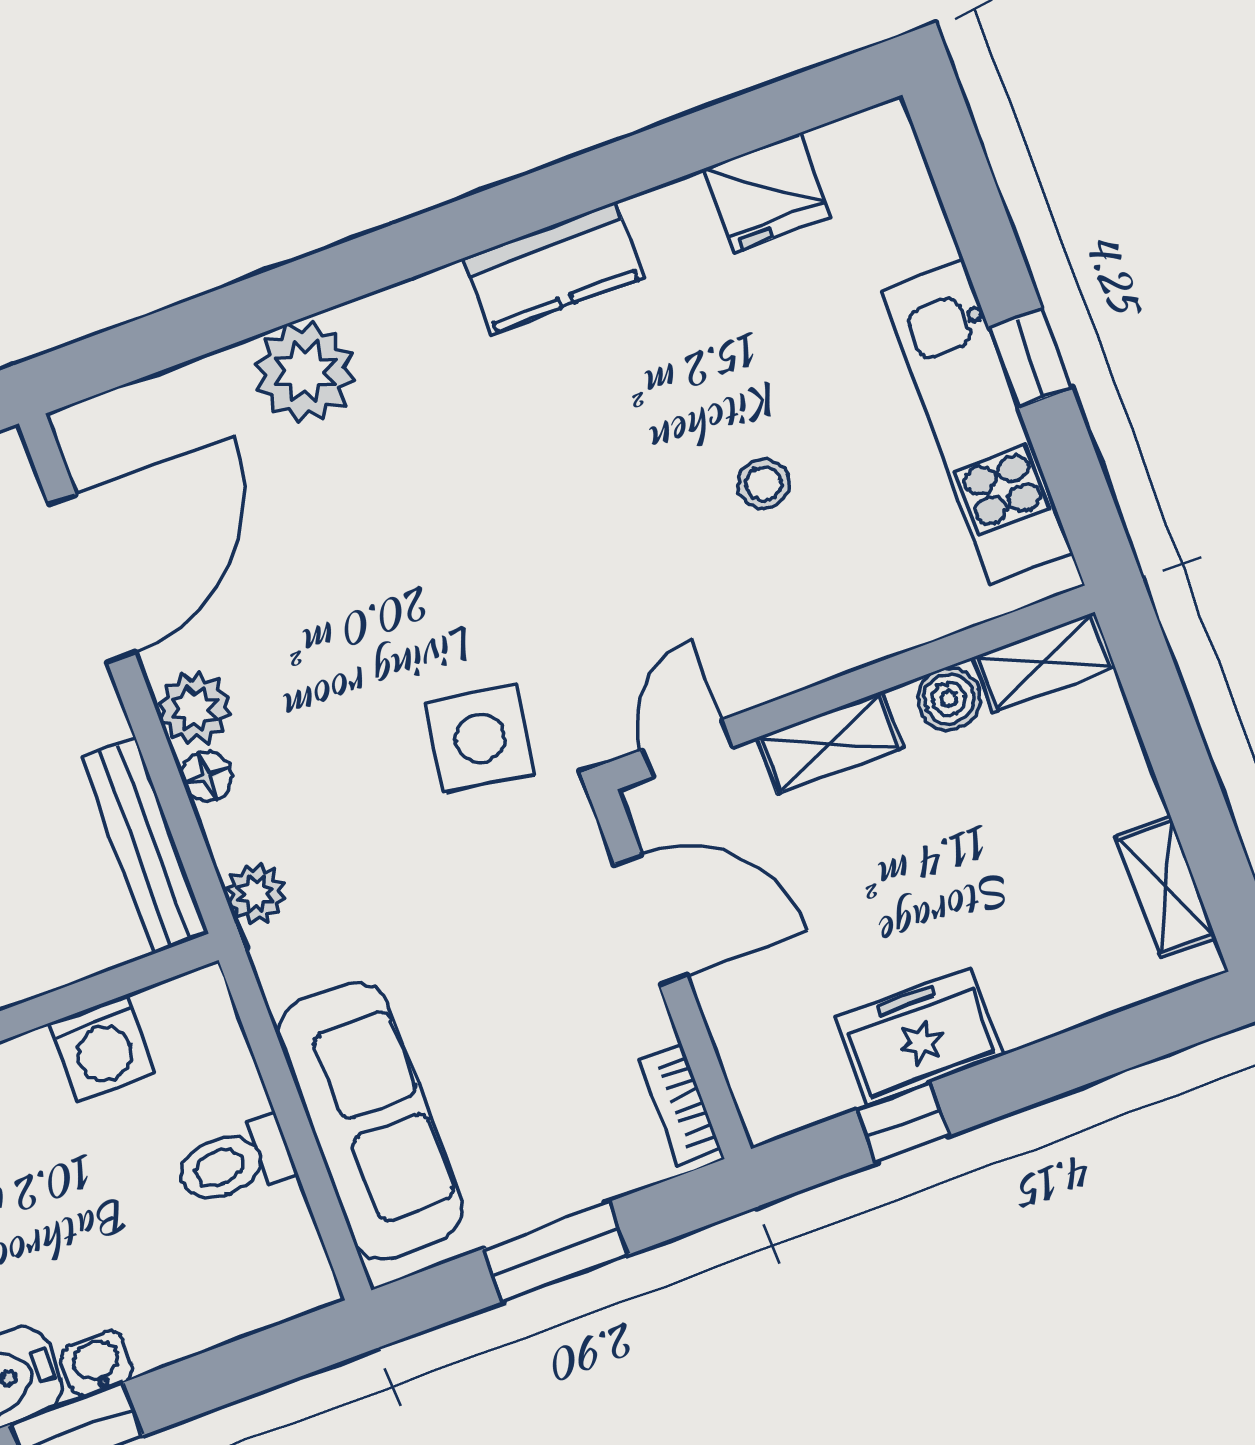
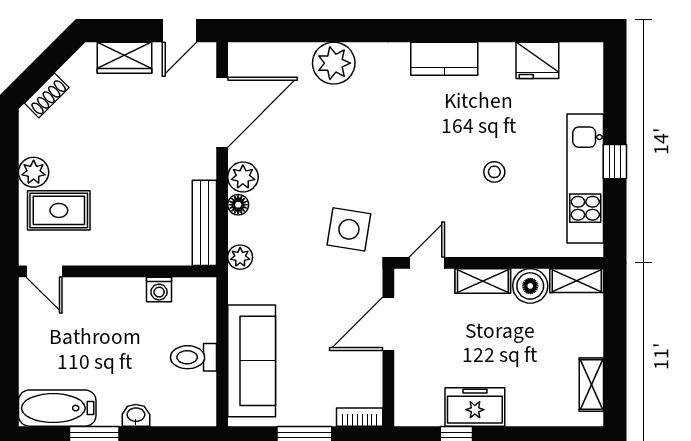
boiler: (949, 699) -> (530, 286), width x1.36, depth x1.36
door: (651, 920) -> (388, 324), swing flipped
washing machine: (102, 1048) -> (159, 290), width x0.73, depth x0.73
bookcase: (680, 1104) -> (360, 417), moved, turned 90
washbasin: (97, 1364) -> (136, 415), moved

